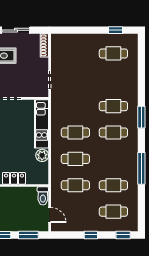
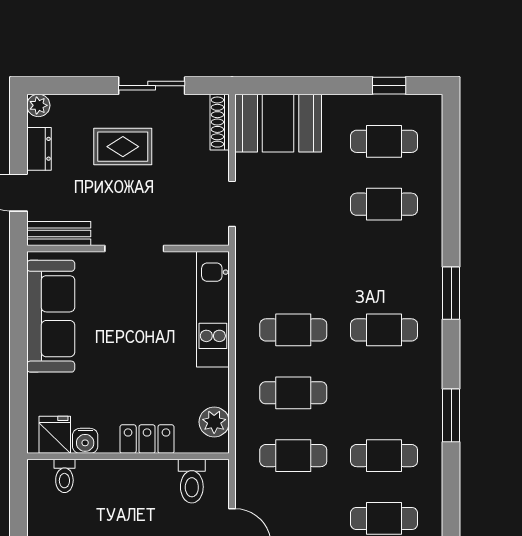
booth: (69, 46) -> (278, 123), added
cafe table: (113, 106) -> (384, 204), moved
plant: (42, 155) -> (214, 422), moved
window: (141, 168) -> (451, 415), width x0.69
toilet: (43, 196) -> (192, 481), moved

